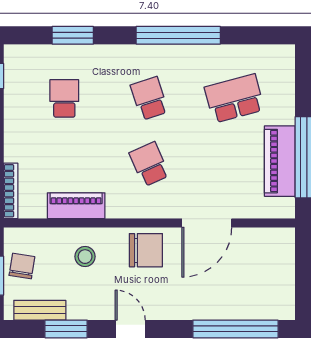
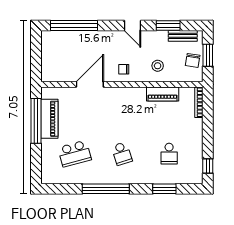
school desk: (149, 164) -> (122, 117), removed
chair: (146, 250) -> (124, 69), width x0.54, depth x0.54

